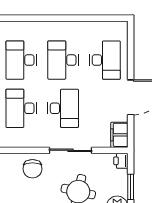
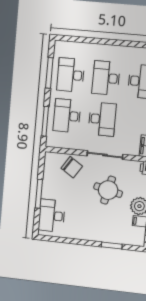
chair: (32, 169) -> (72, 167), turned -57

